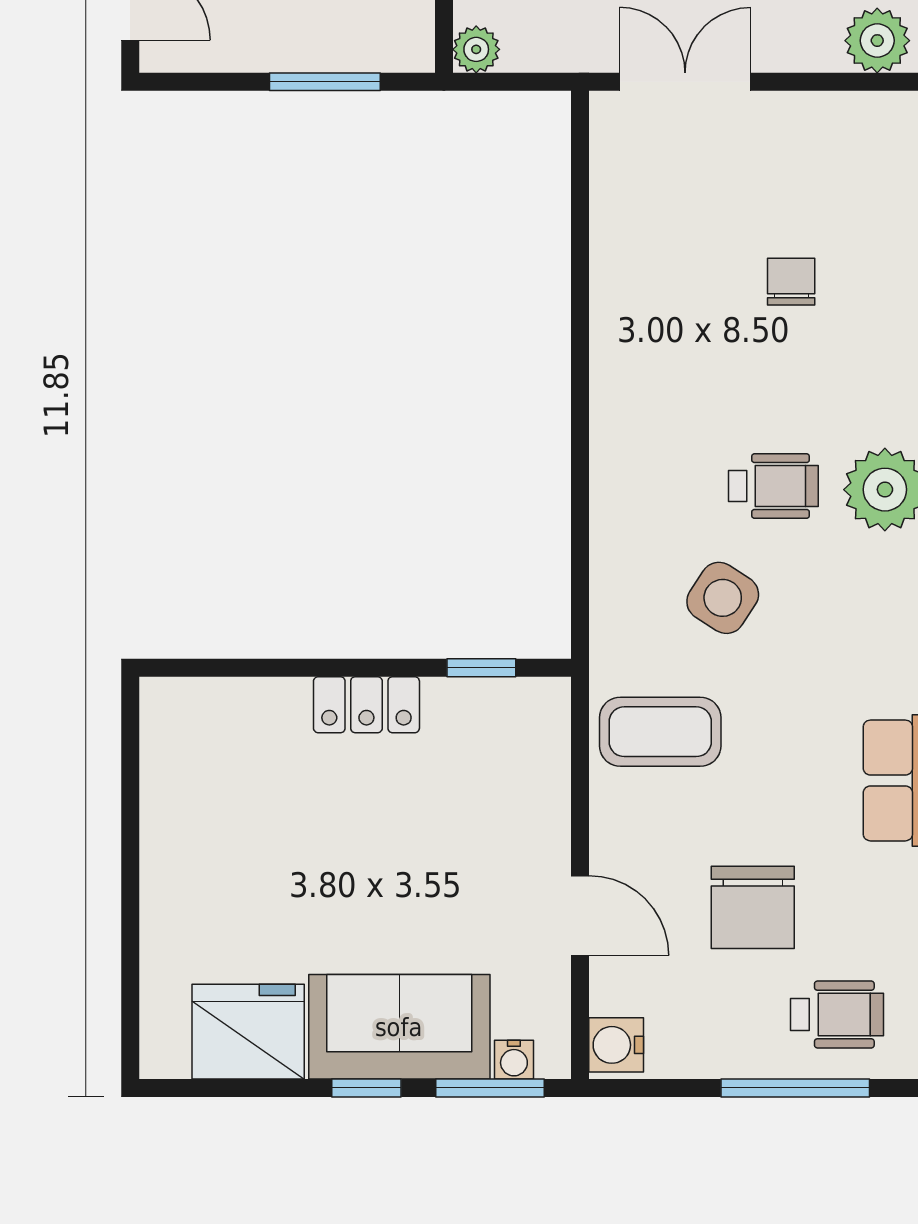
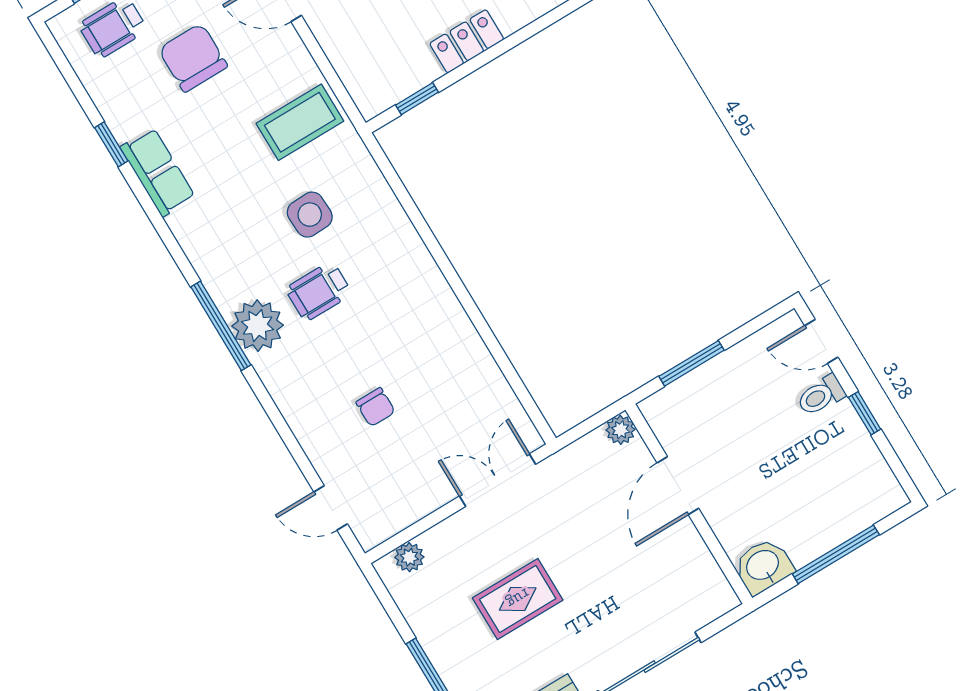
plant: (877, 41) -> (409, 557), width x0.73, depth x0.73
double door: (685, 82) -> (498, 480), swing flipped
side table: (723, 598) -> (310, 215), turned -35

